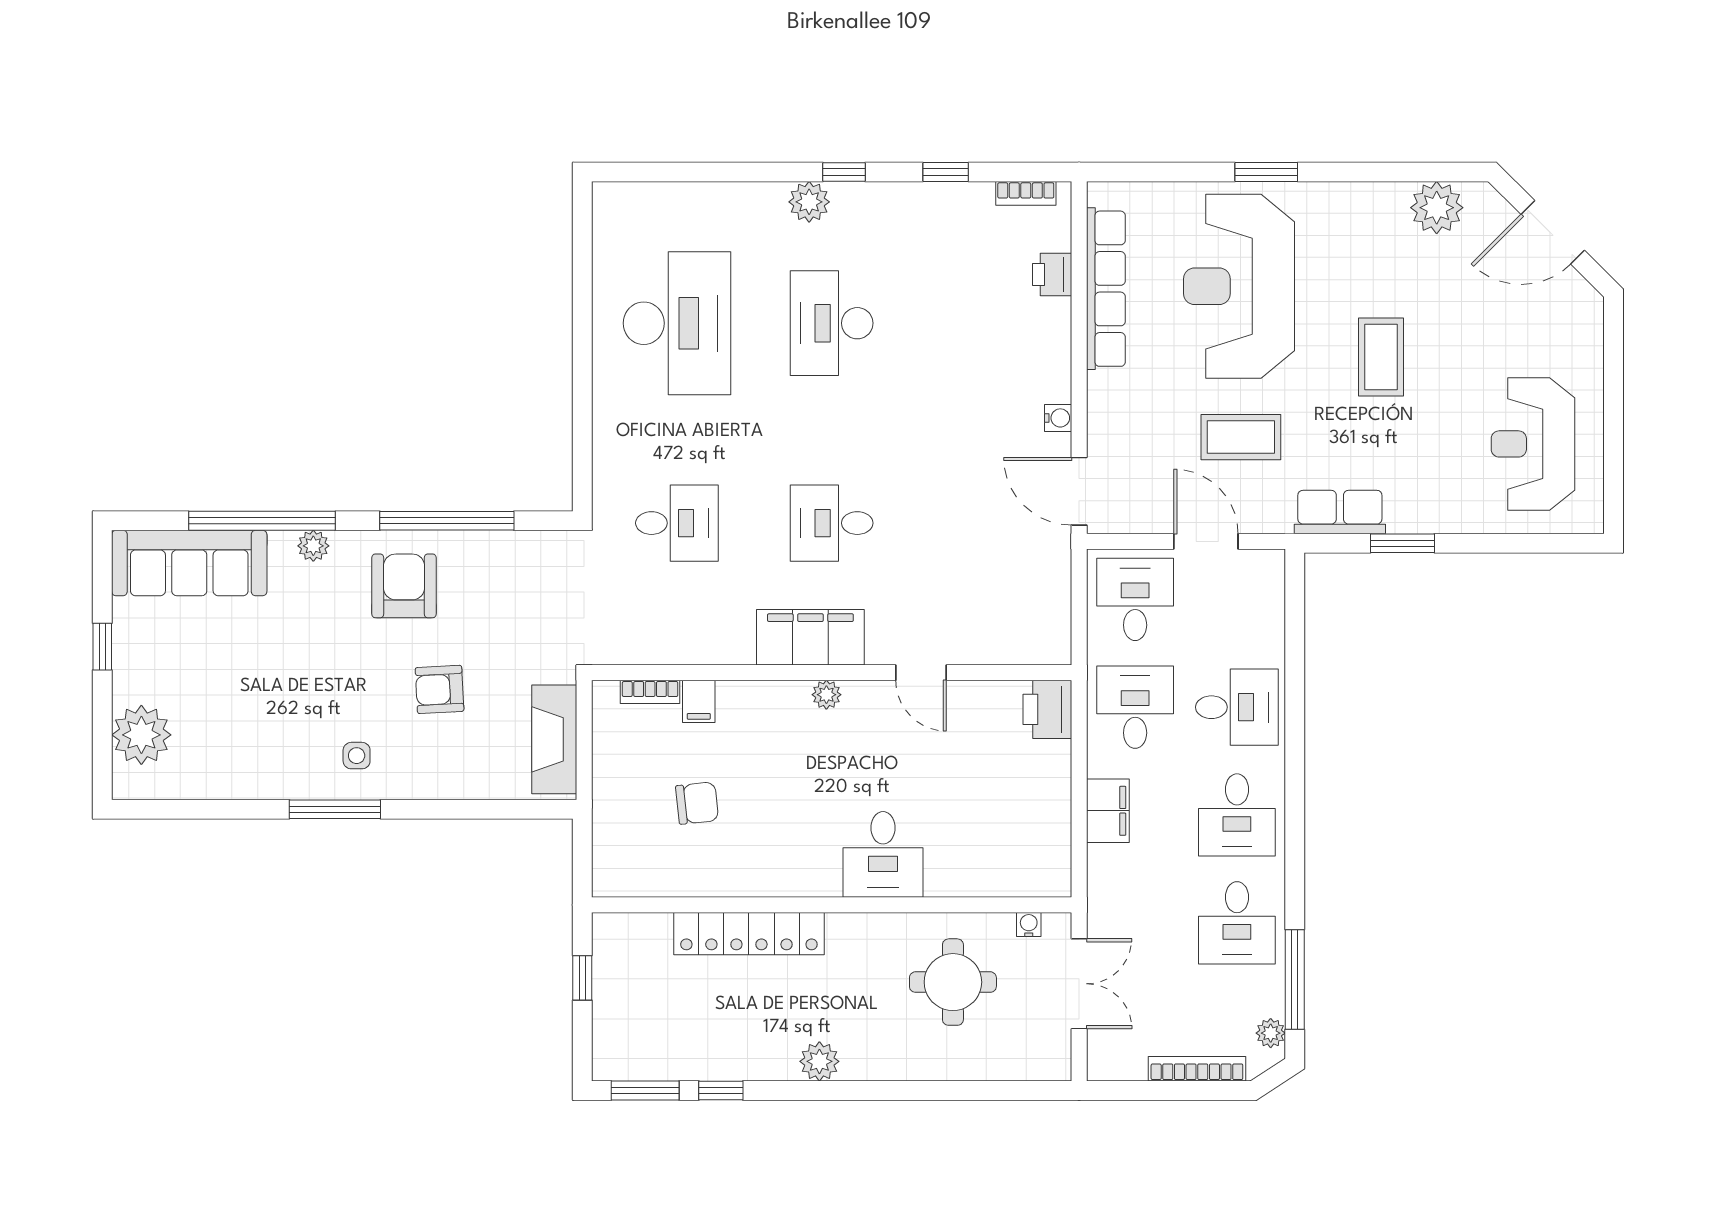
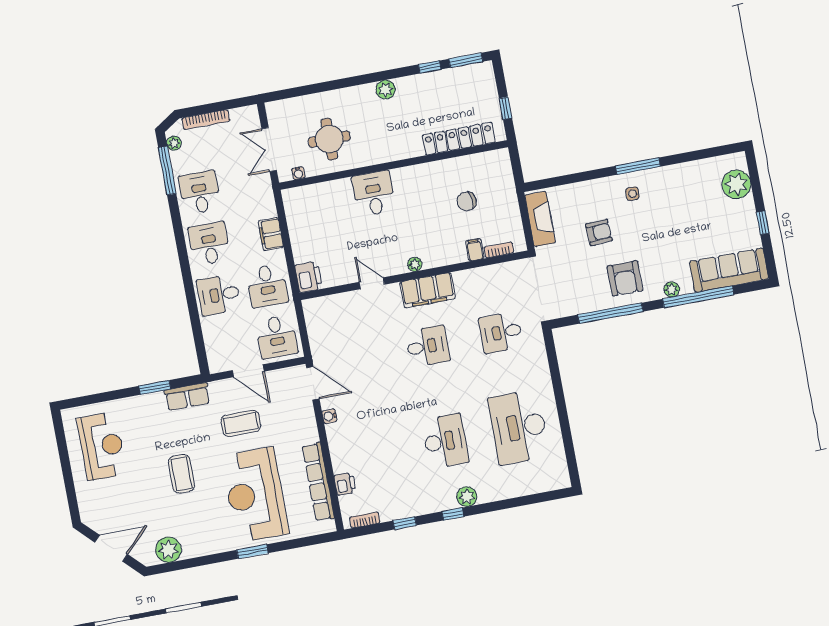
reception desk: (1239, 286) -> (255, 495), turned 180
locker: (749, 934) -> (459, 139), moved

